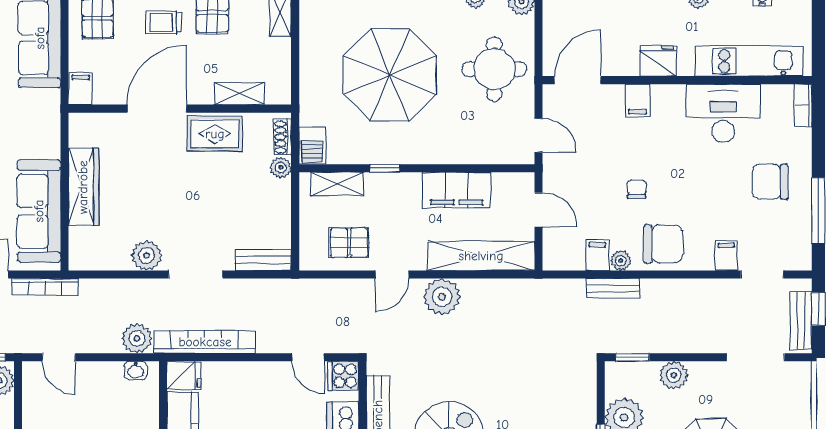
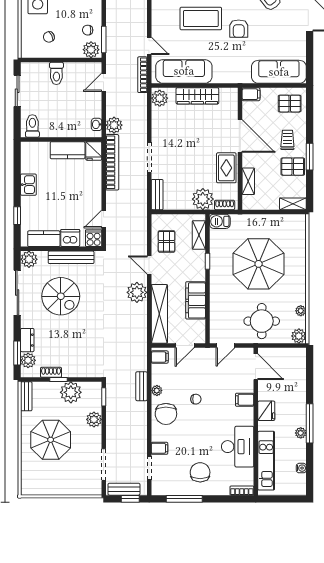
plant: (281, 168) -> (203, 199), width x1.87, depth x1.87
plant: (147, 255) -> (160, 98), moved
filing cabinet: (597, 255) -> (160, 357), moved

